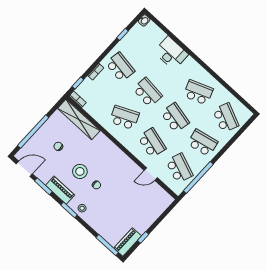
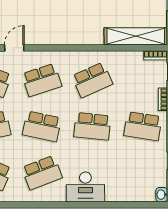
desk: (171, 53) -> (85, 187), moved
school desk: (152, 143) -> (42, 80), turned -33

